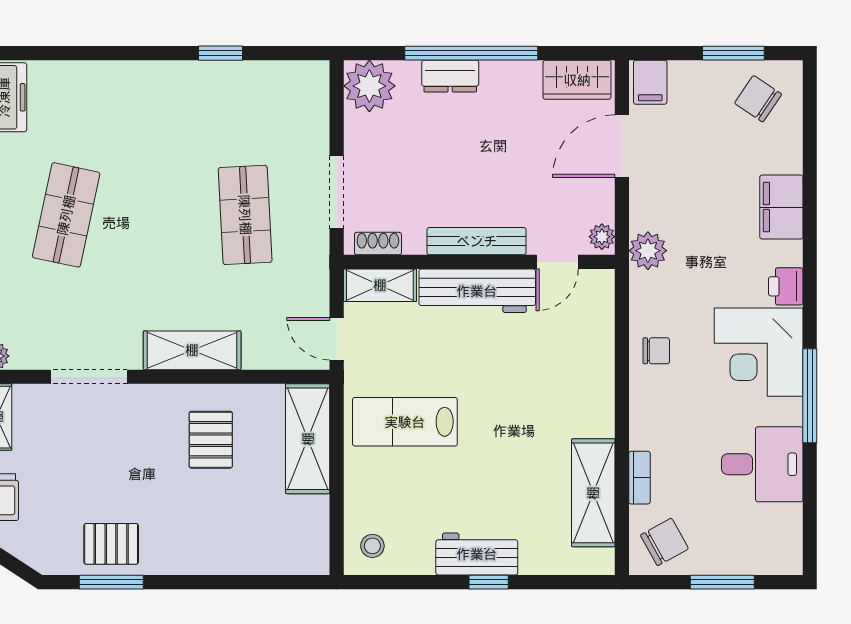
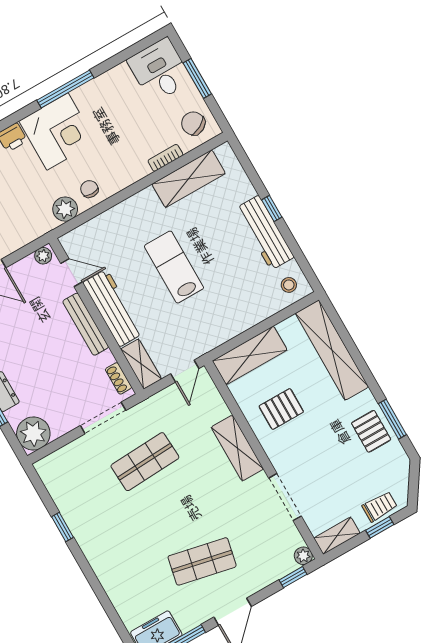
plant: (648, 251) -> (65, 209), moved
lab bench: (405, 422) -> (174, 267), moved, turned 180
desk: (762, 464) -> (160, 70), moved
shelving: (251, 554) -> (332, 350), added
workbench: (477, 554) -> (265, 233), width x1.38

